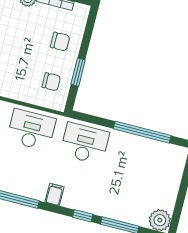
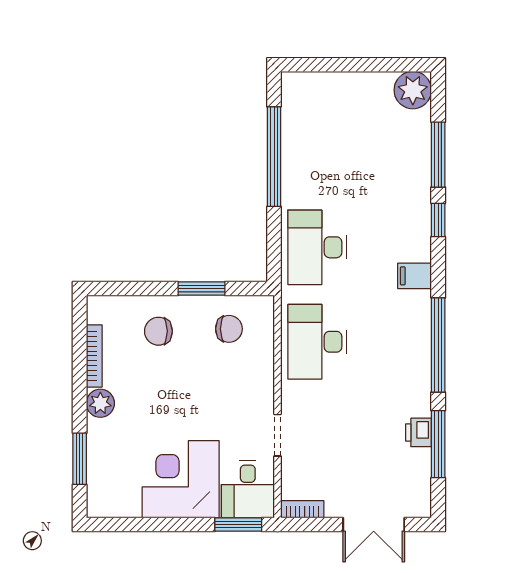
chair: (60, 42) -> (158, 331), turned -90
chair: (51, 82) -> (229, 329), turned 90

